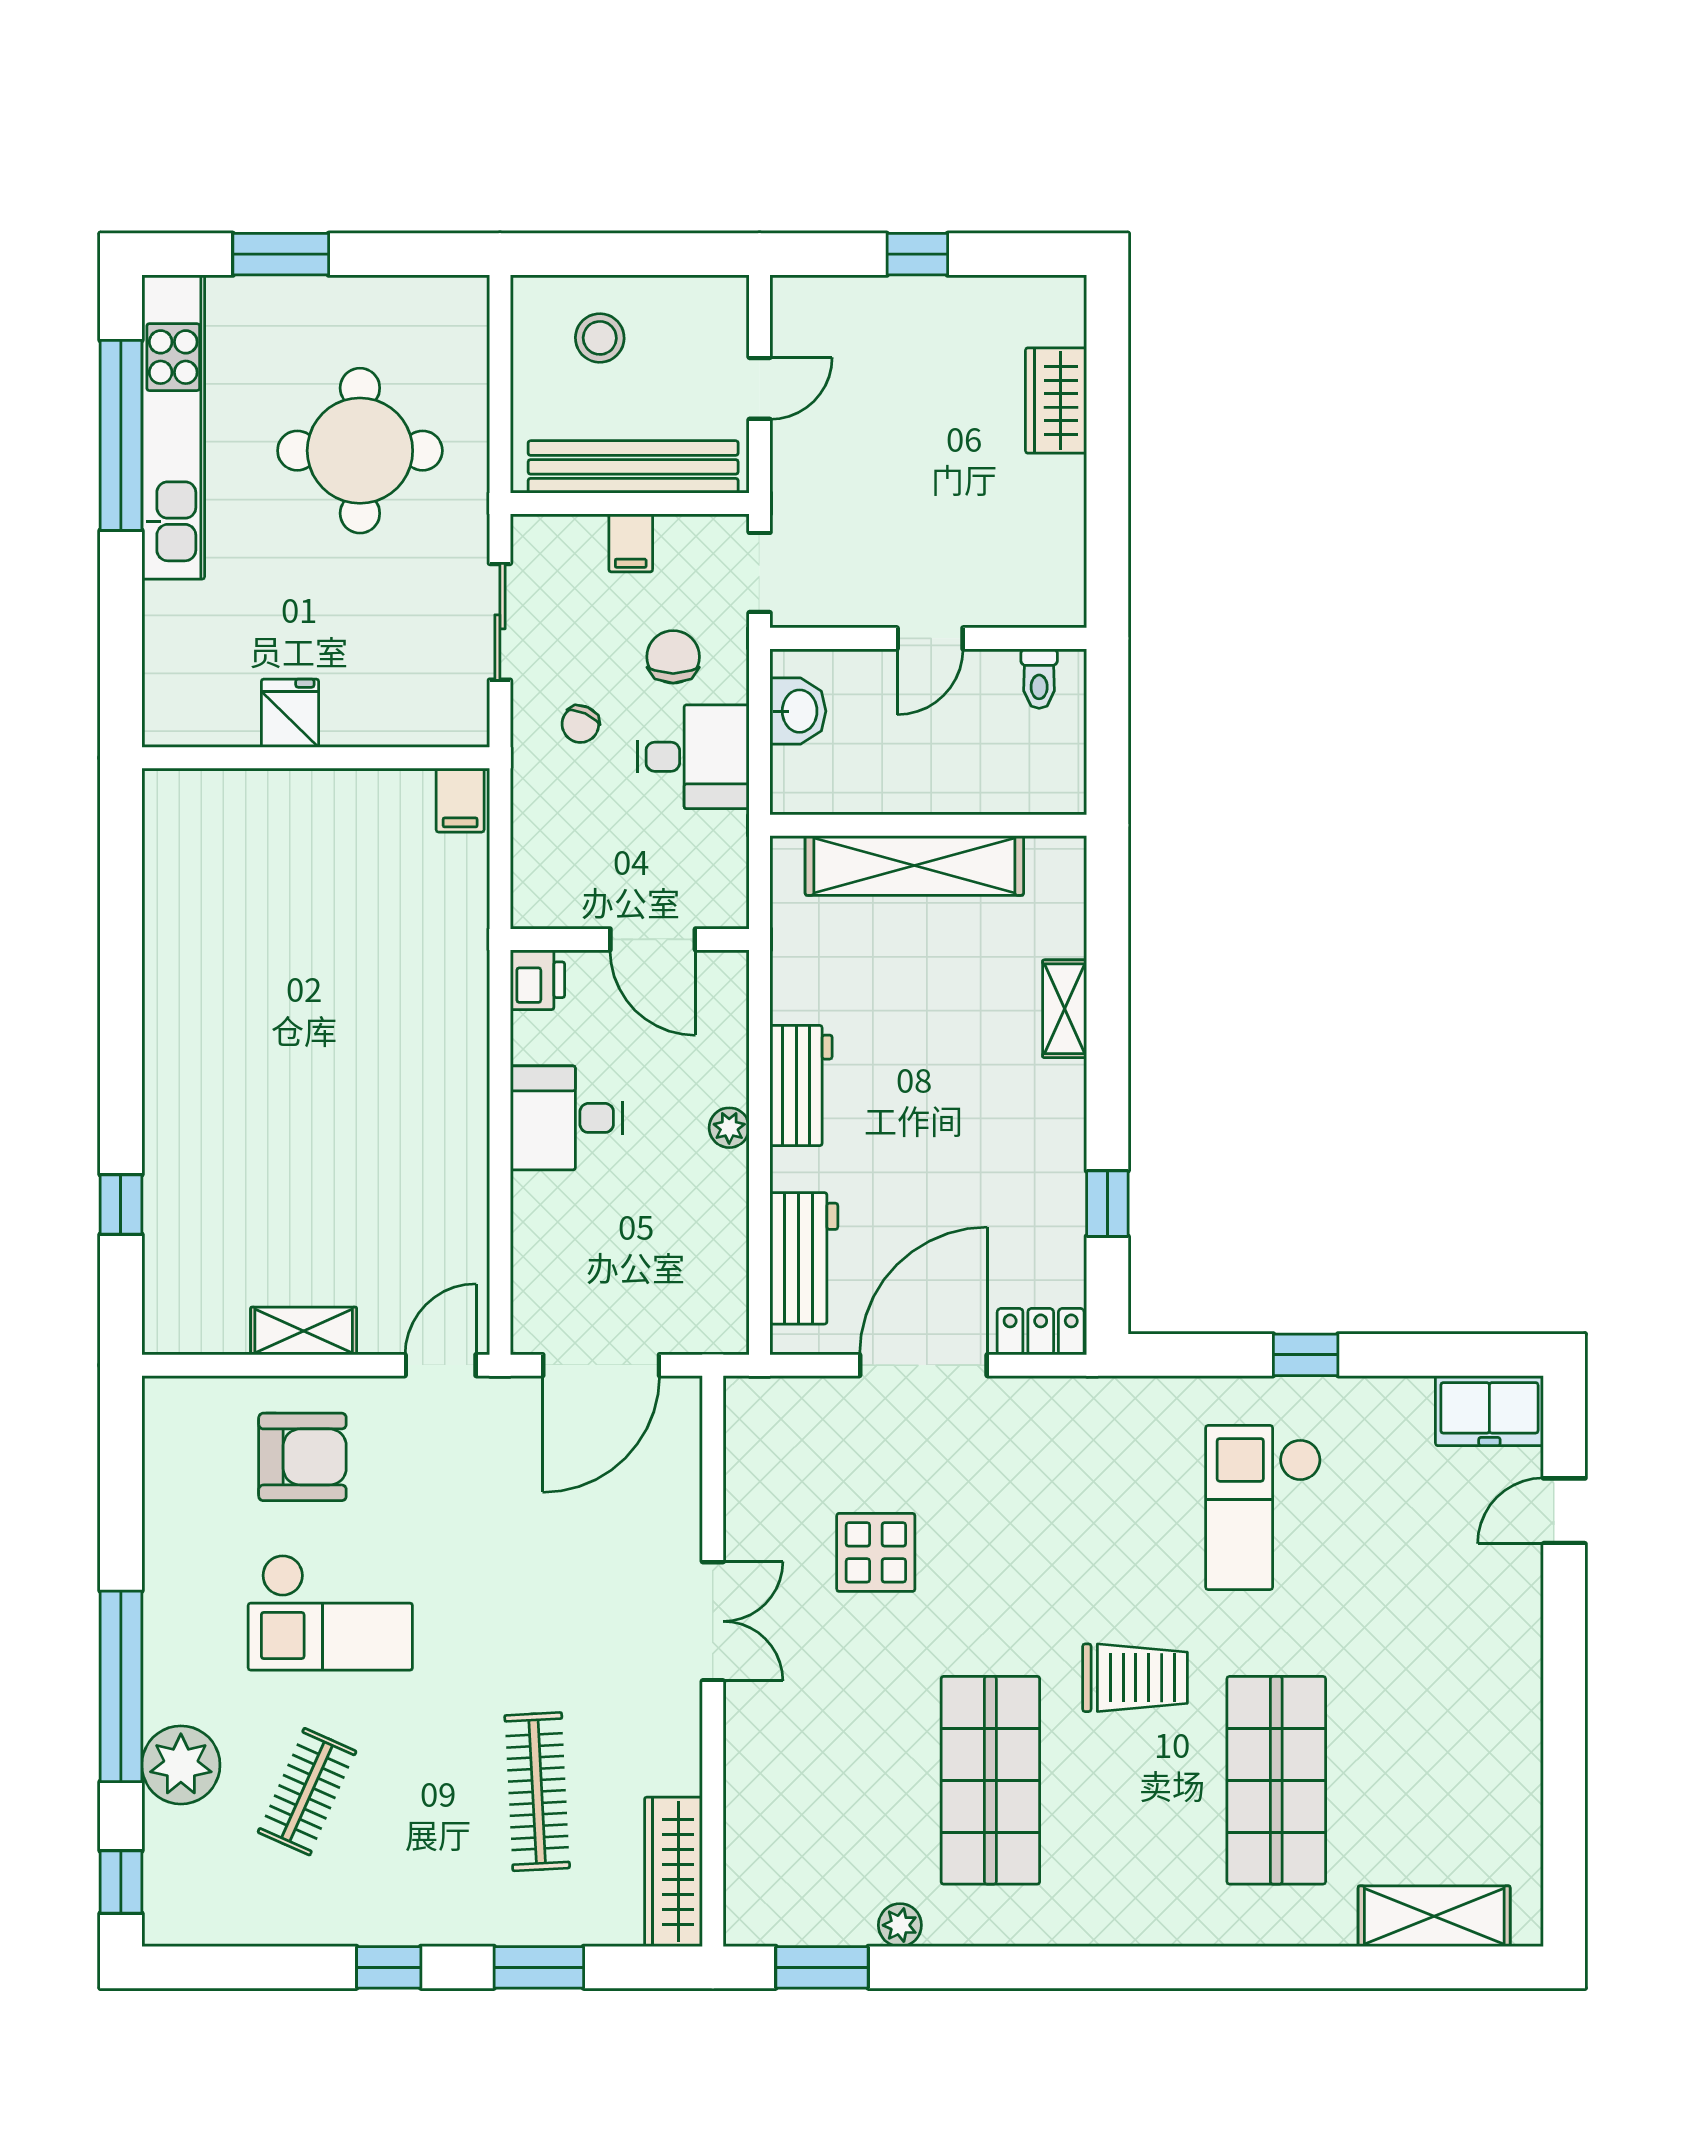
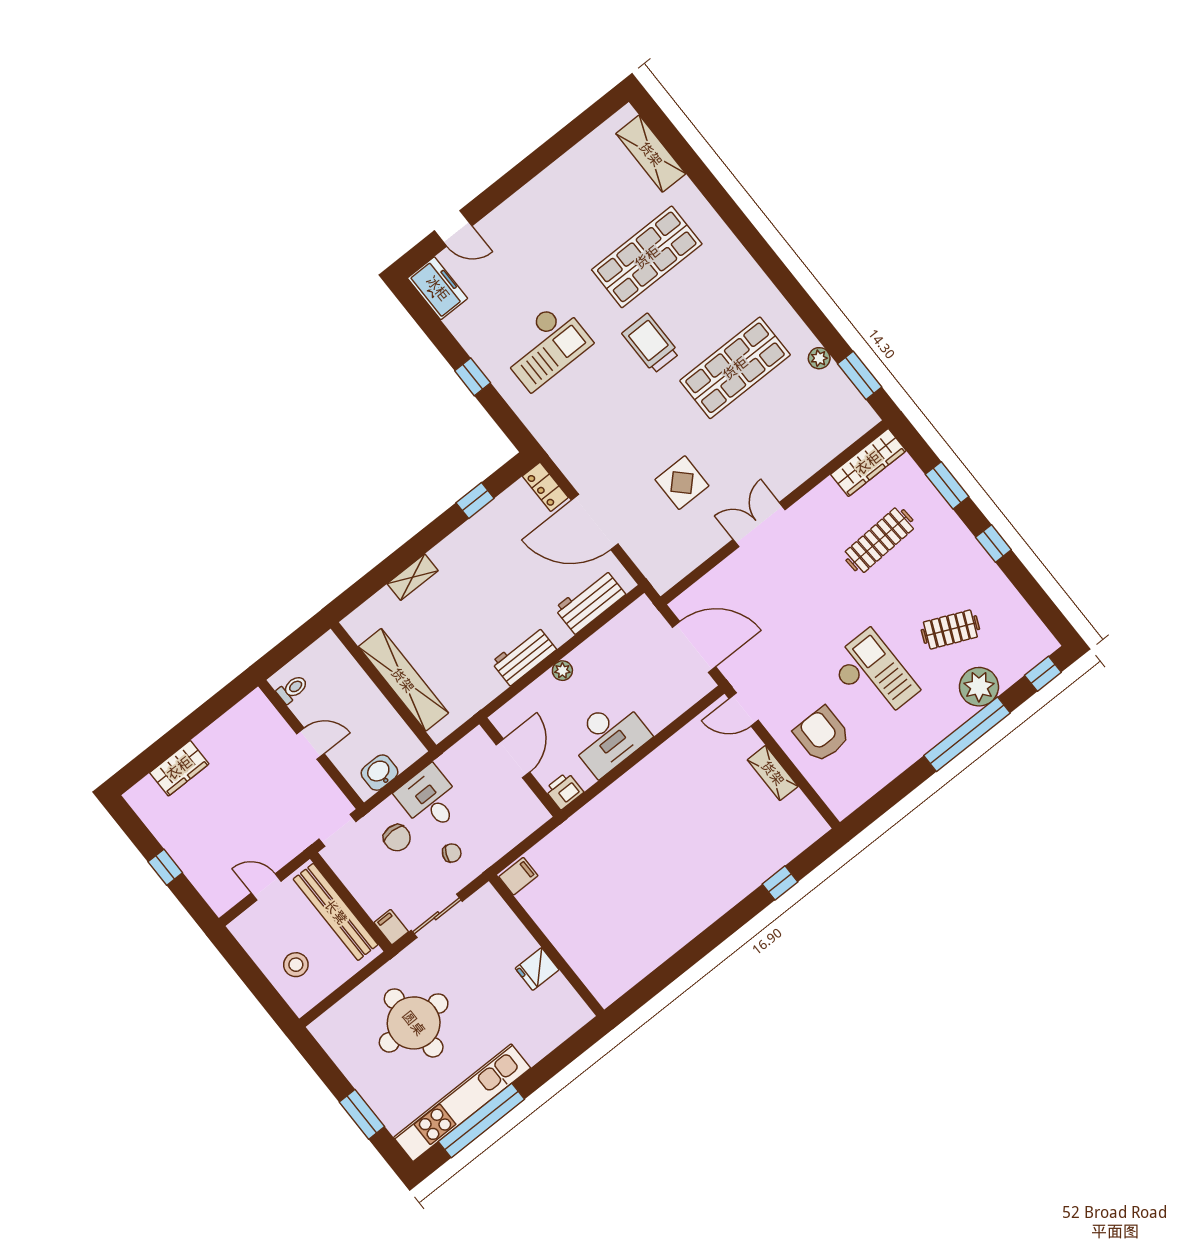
filing cabinet: (631, 543) -> (391, 927), moved, turned -90
chair: (673, 657) -> (397, 838), turned -90
desk: (566, 1118) -> (609, 737), width x1.37

